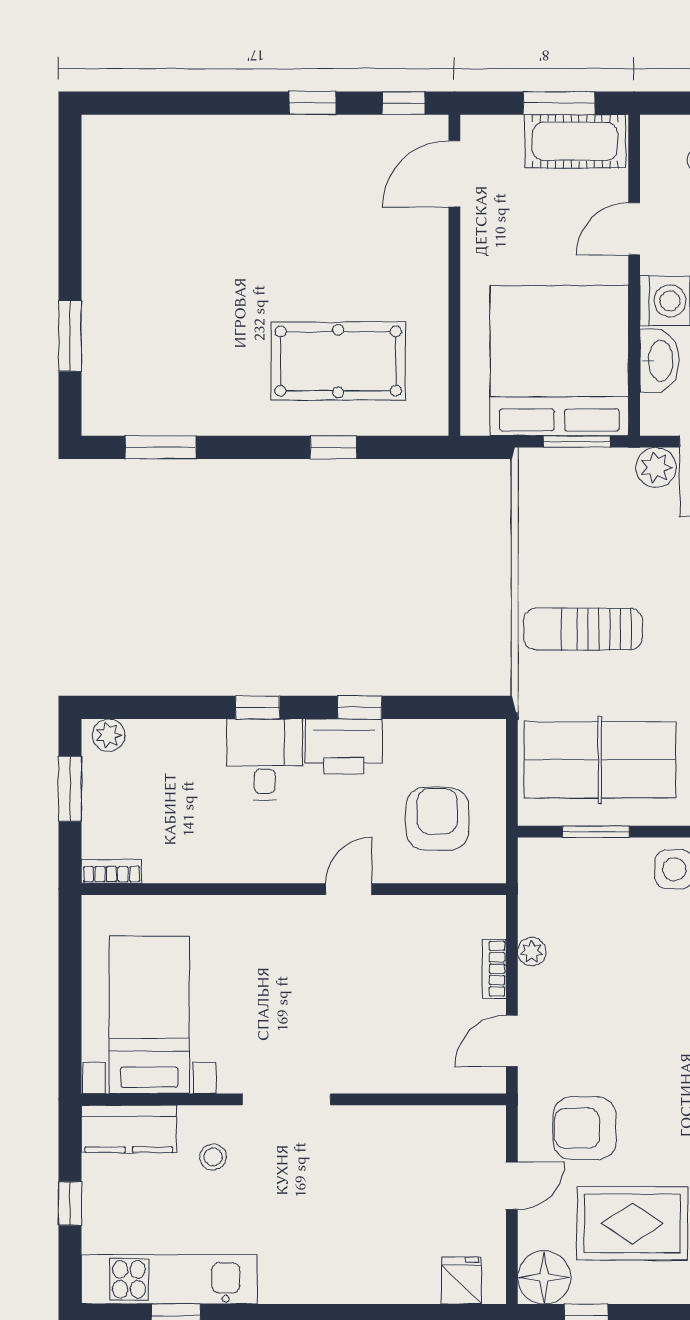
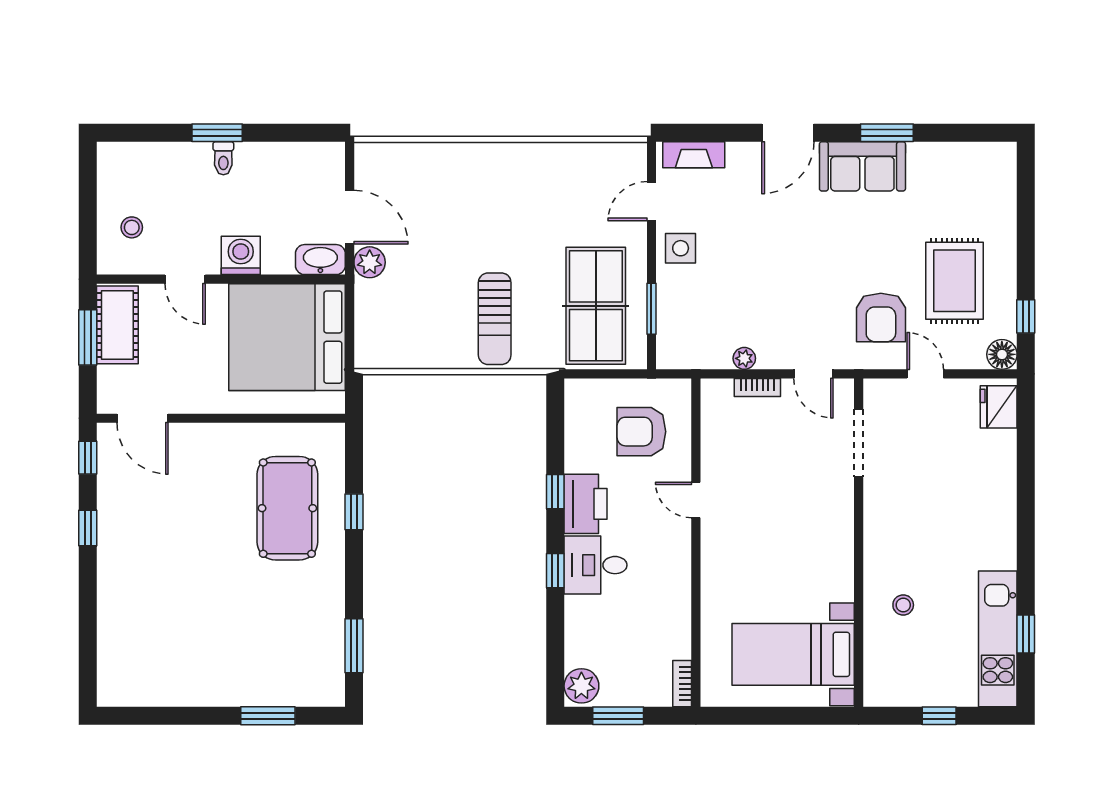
washbasin: (659, 361) -> (320, 260), moved
window: (577, 442) -> (350, 324), removed
plant: (109, 735) -> (581, 686), width x1.38, depth x1.38
doorway: (286, 1099) -> (859, 443), moved
kitchen counter: (129, 1129) -> (881, 670), removed
floor lamp: (544, 1277) -> (1002, 354), width x0.73, depth x0.73
fridge: (462, 1280) -> (999, 407), width x1.38

